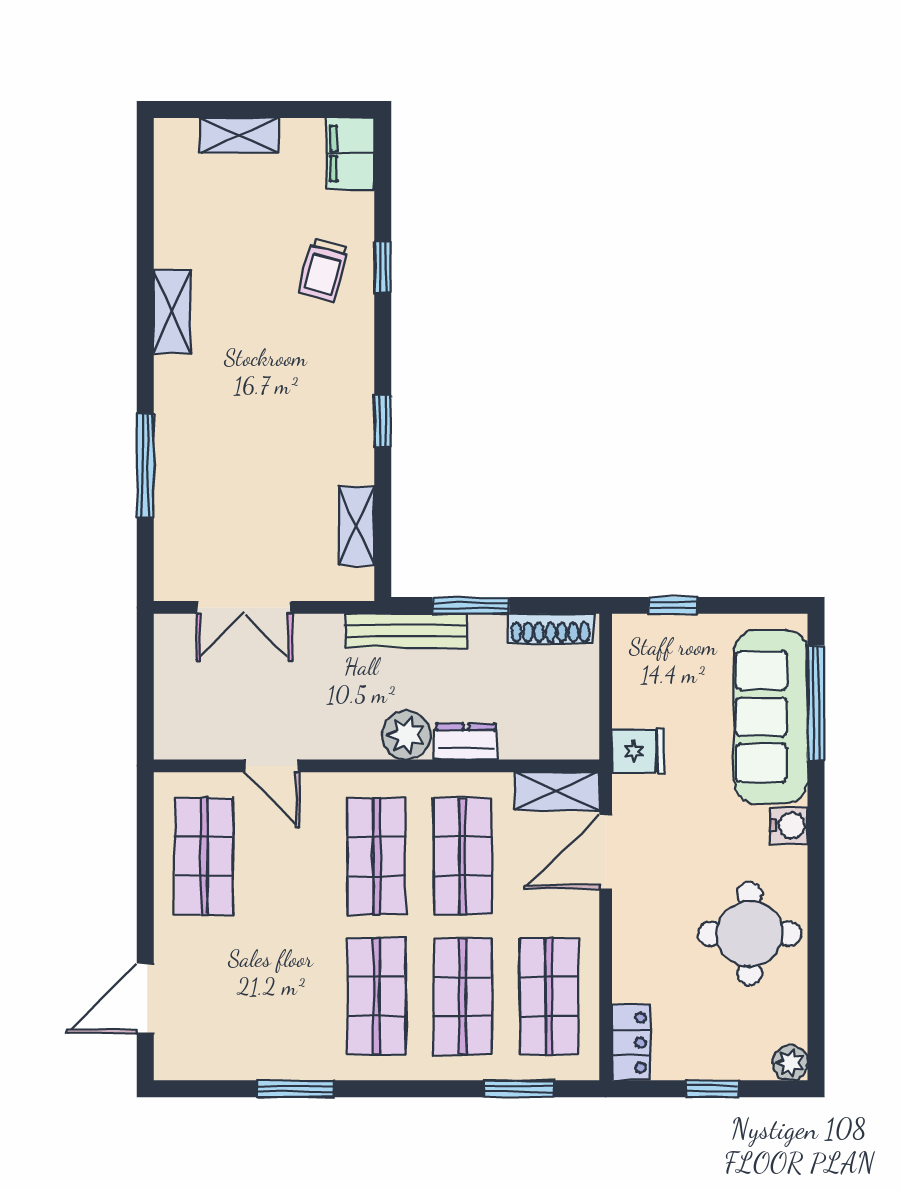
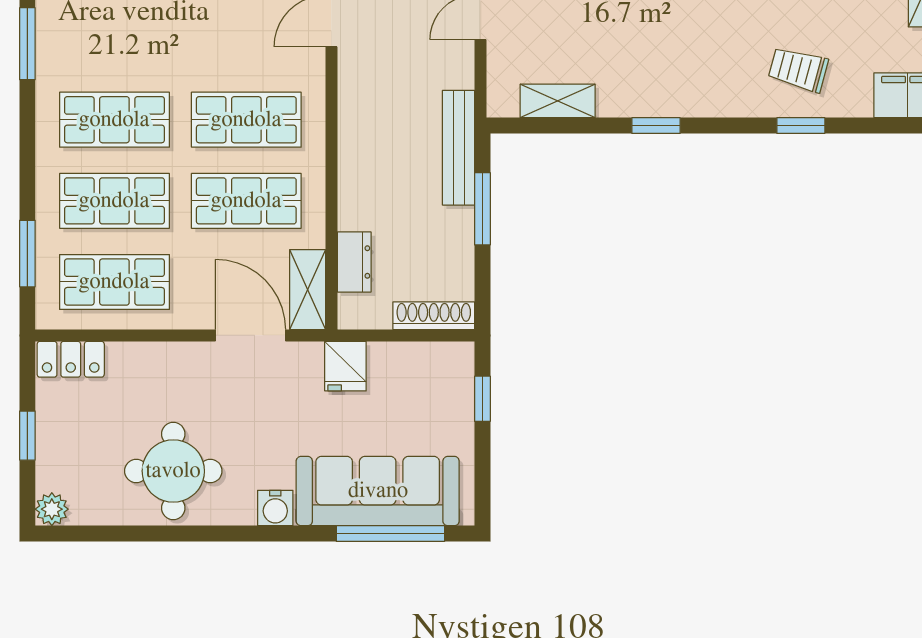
shoe rack: (551, 628) -> (434, 316), moved, turned 90
plant: (406, 735) -> (360, 148), removed
dresser: (466, 742) -> (354, 262), moved

